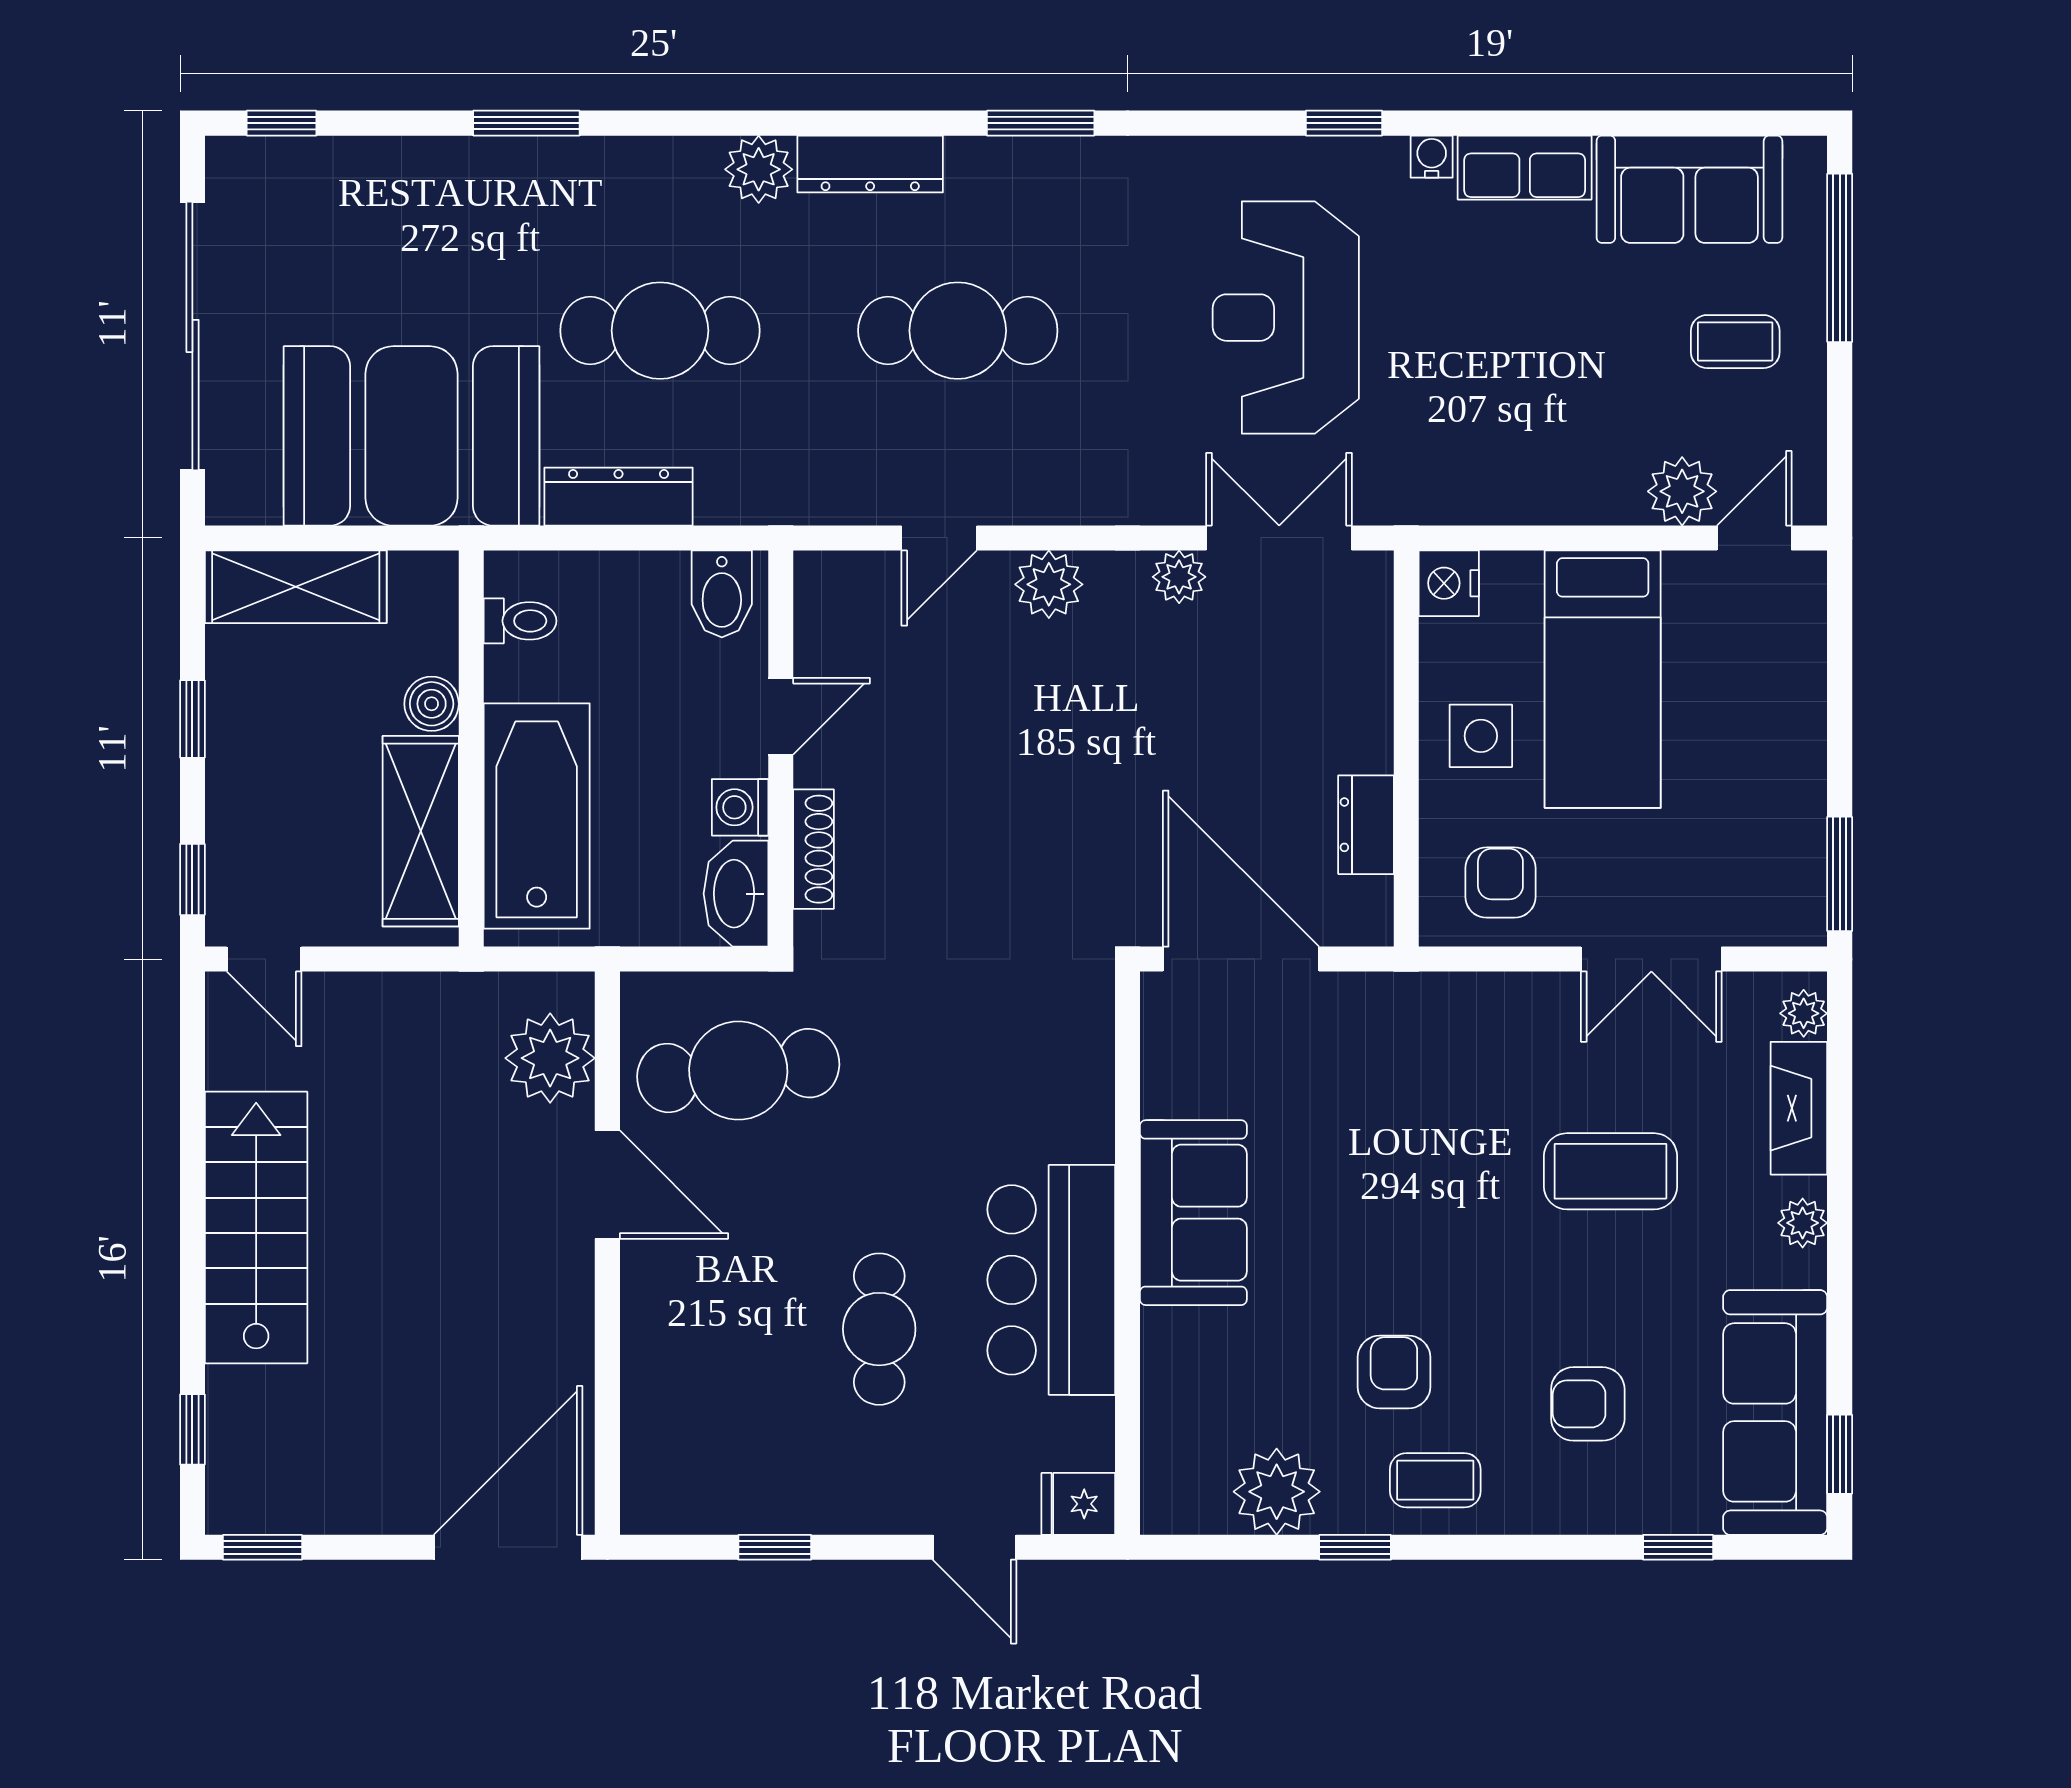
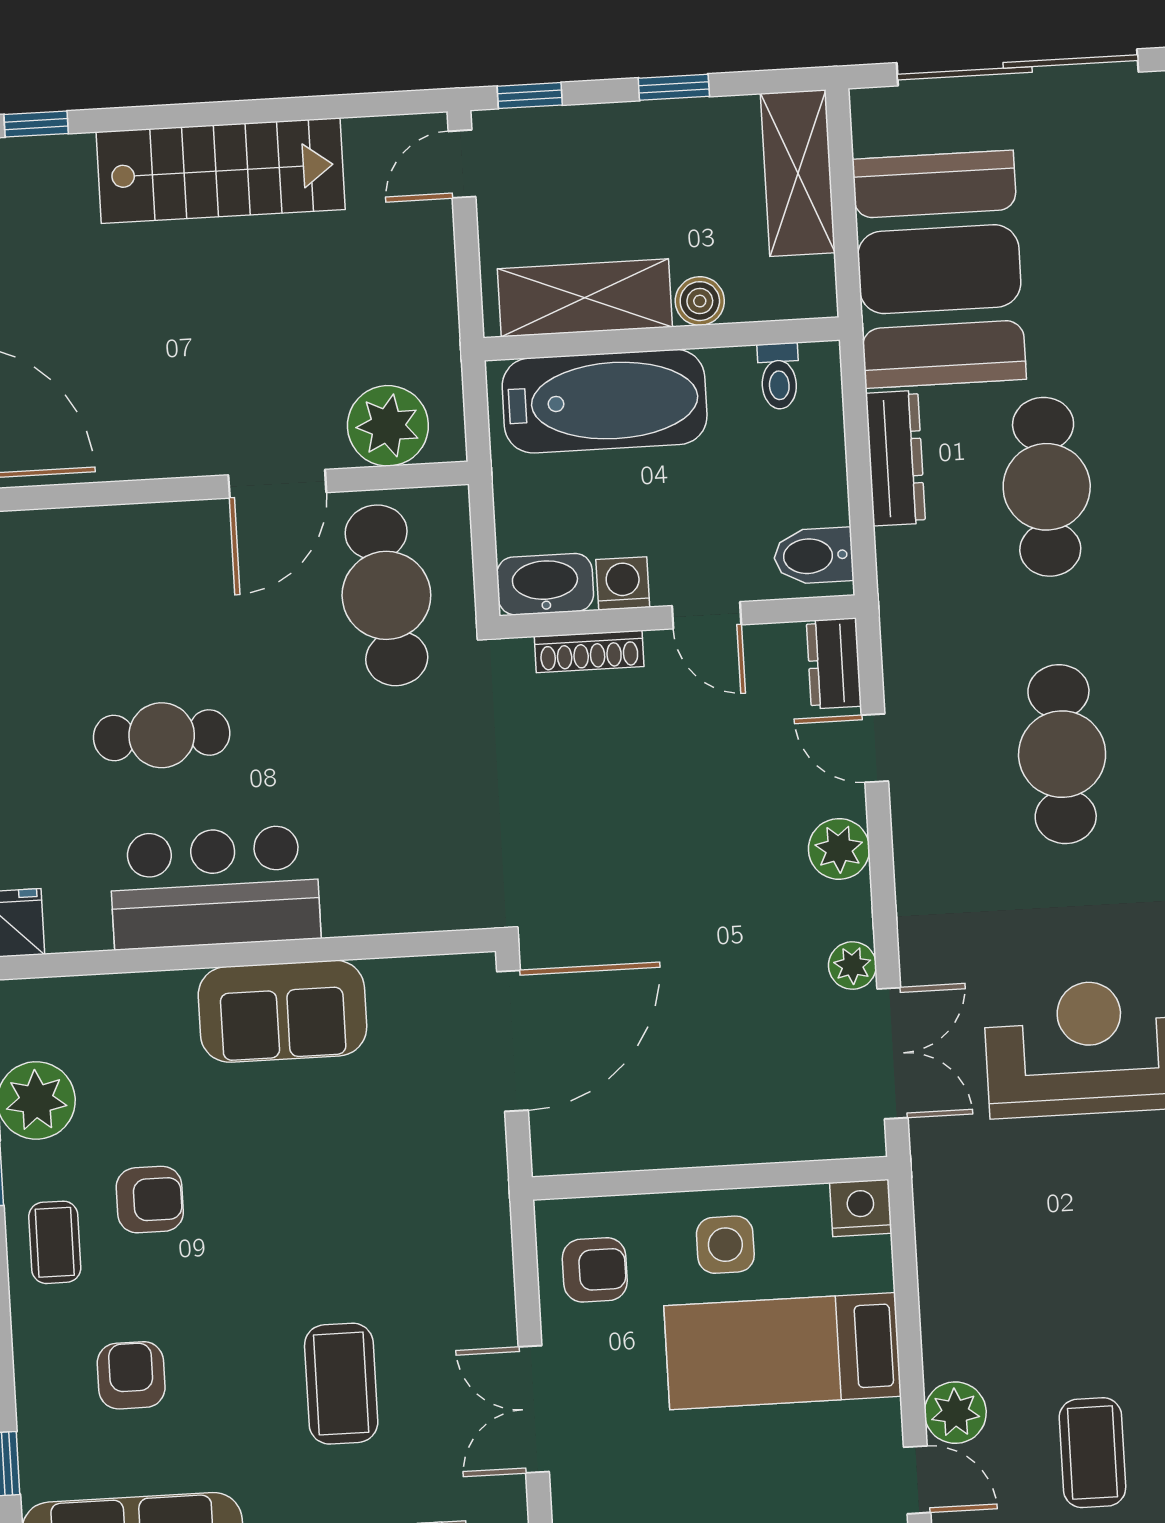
coffee table: (1735, 342) -> (1092, 1453), width x1.36, depth x1.30
dresser: (1366, 825) -> (834, 663), moved, turned -90

